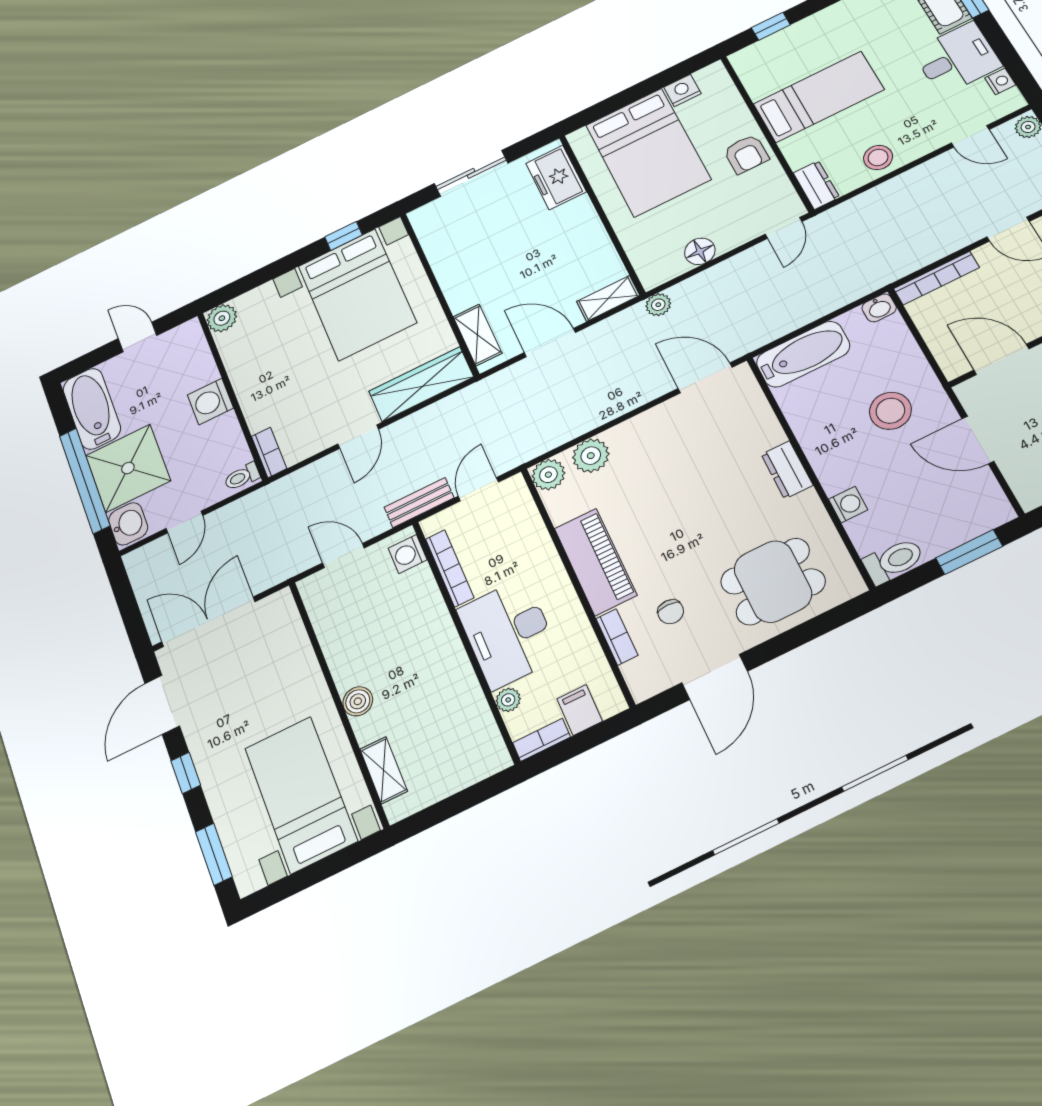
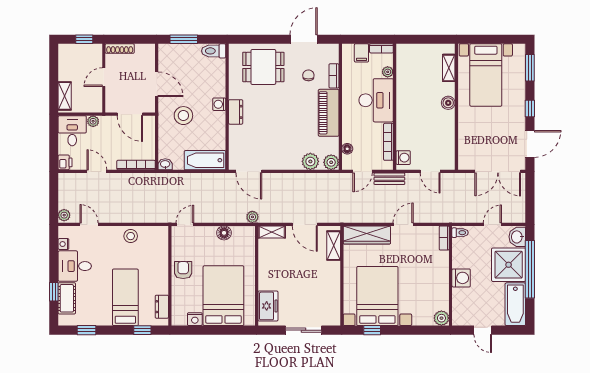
bed: (819, 97) -> (125, 297), moved, turned 90
dresser: (816, 185) -> (162, 307), moved
washing machine: (848, 505) -> (219, 104), moved
floor lamp: (527, 515) -> (347, 149), added

